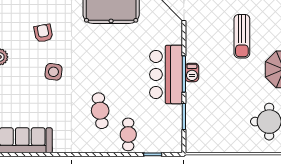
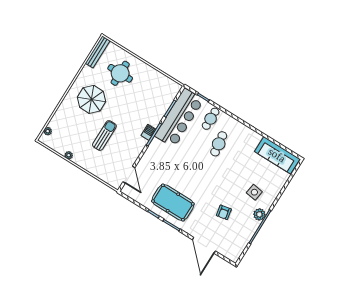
side table: (53, 72) -> (254, 192), moved
bar counter: (166, 74) -> (179, 118), moved, width x1.36

